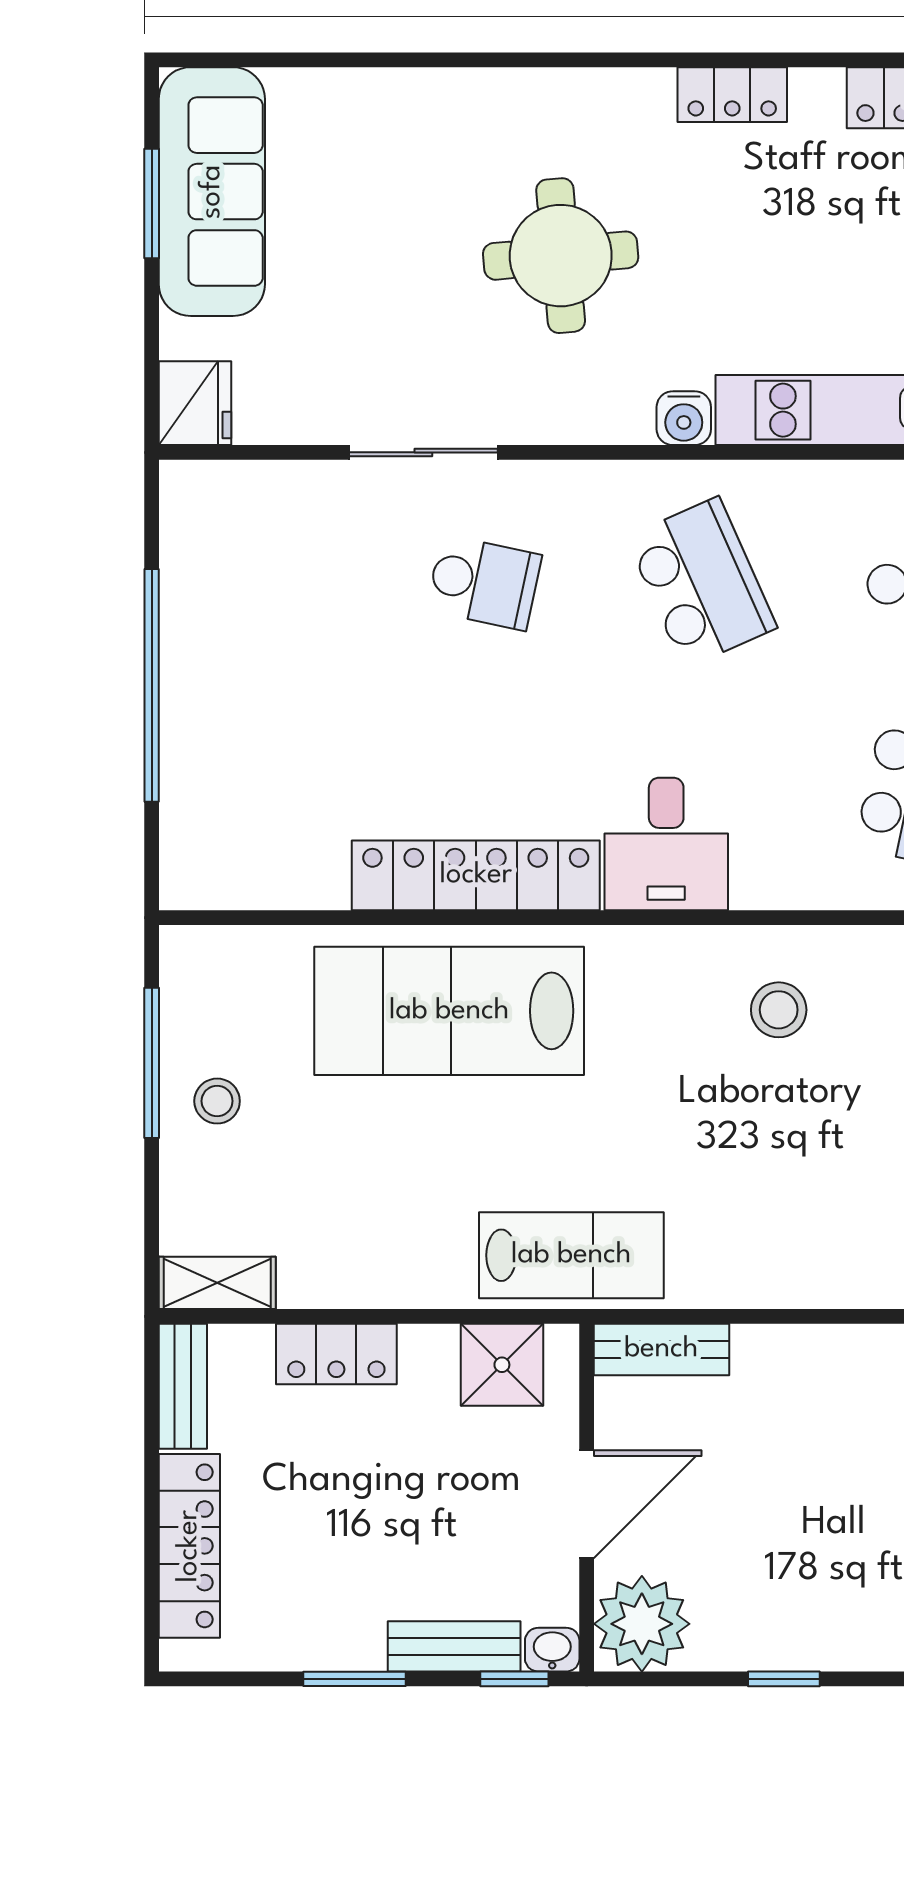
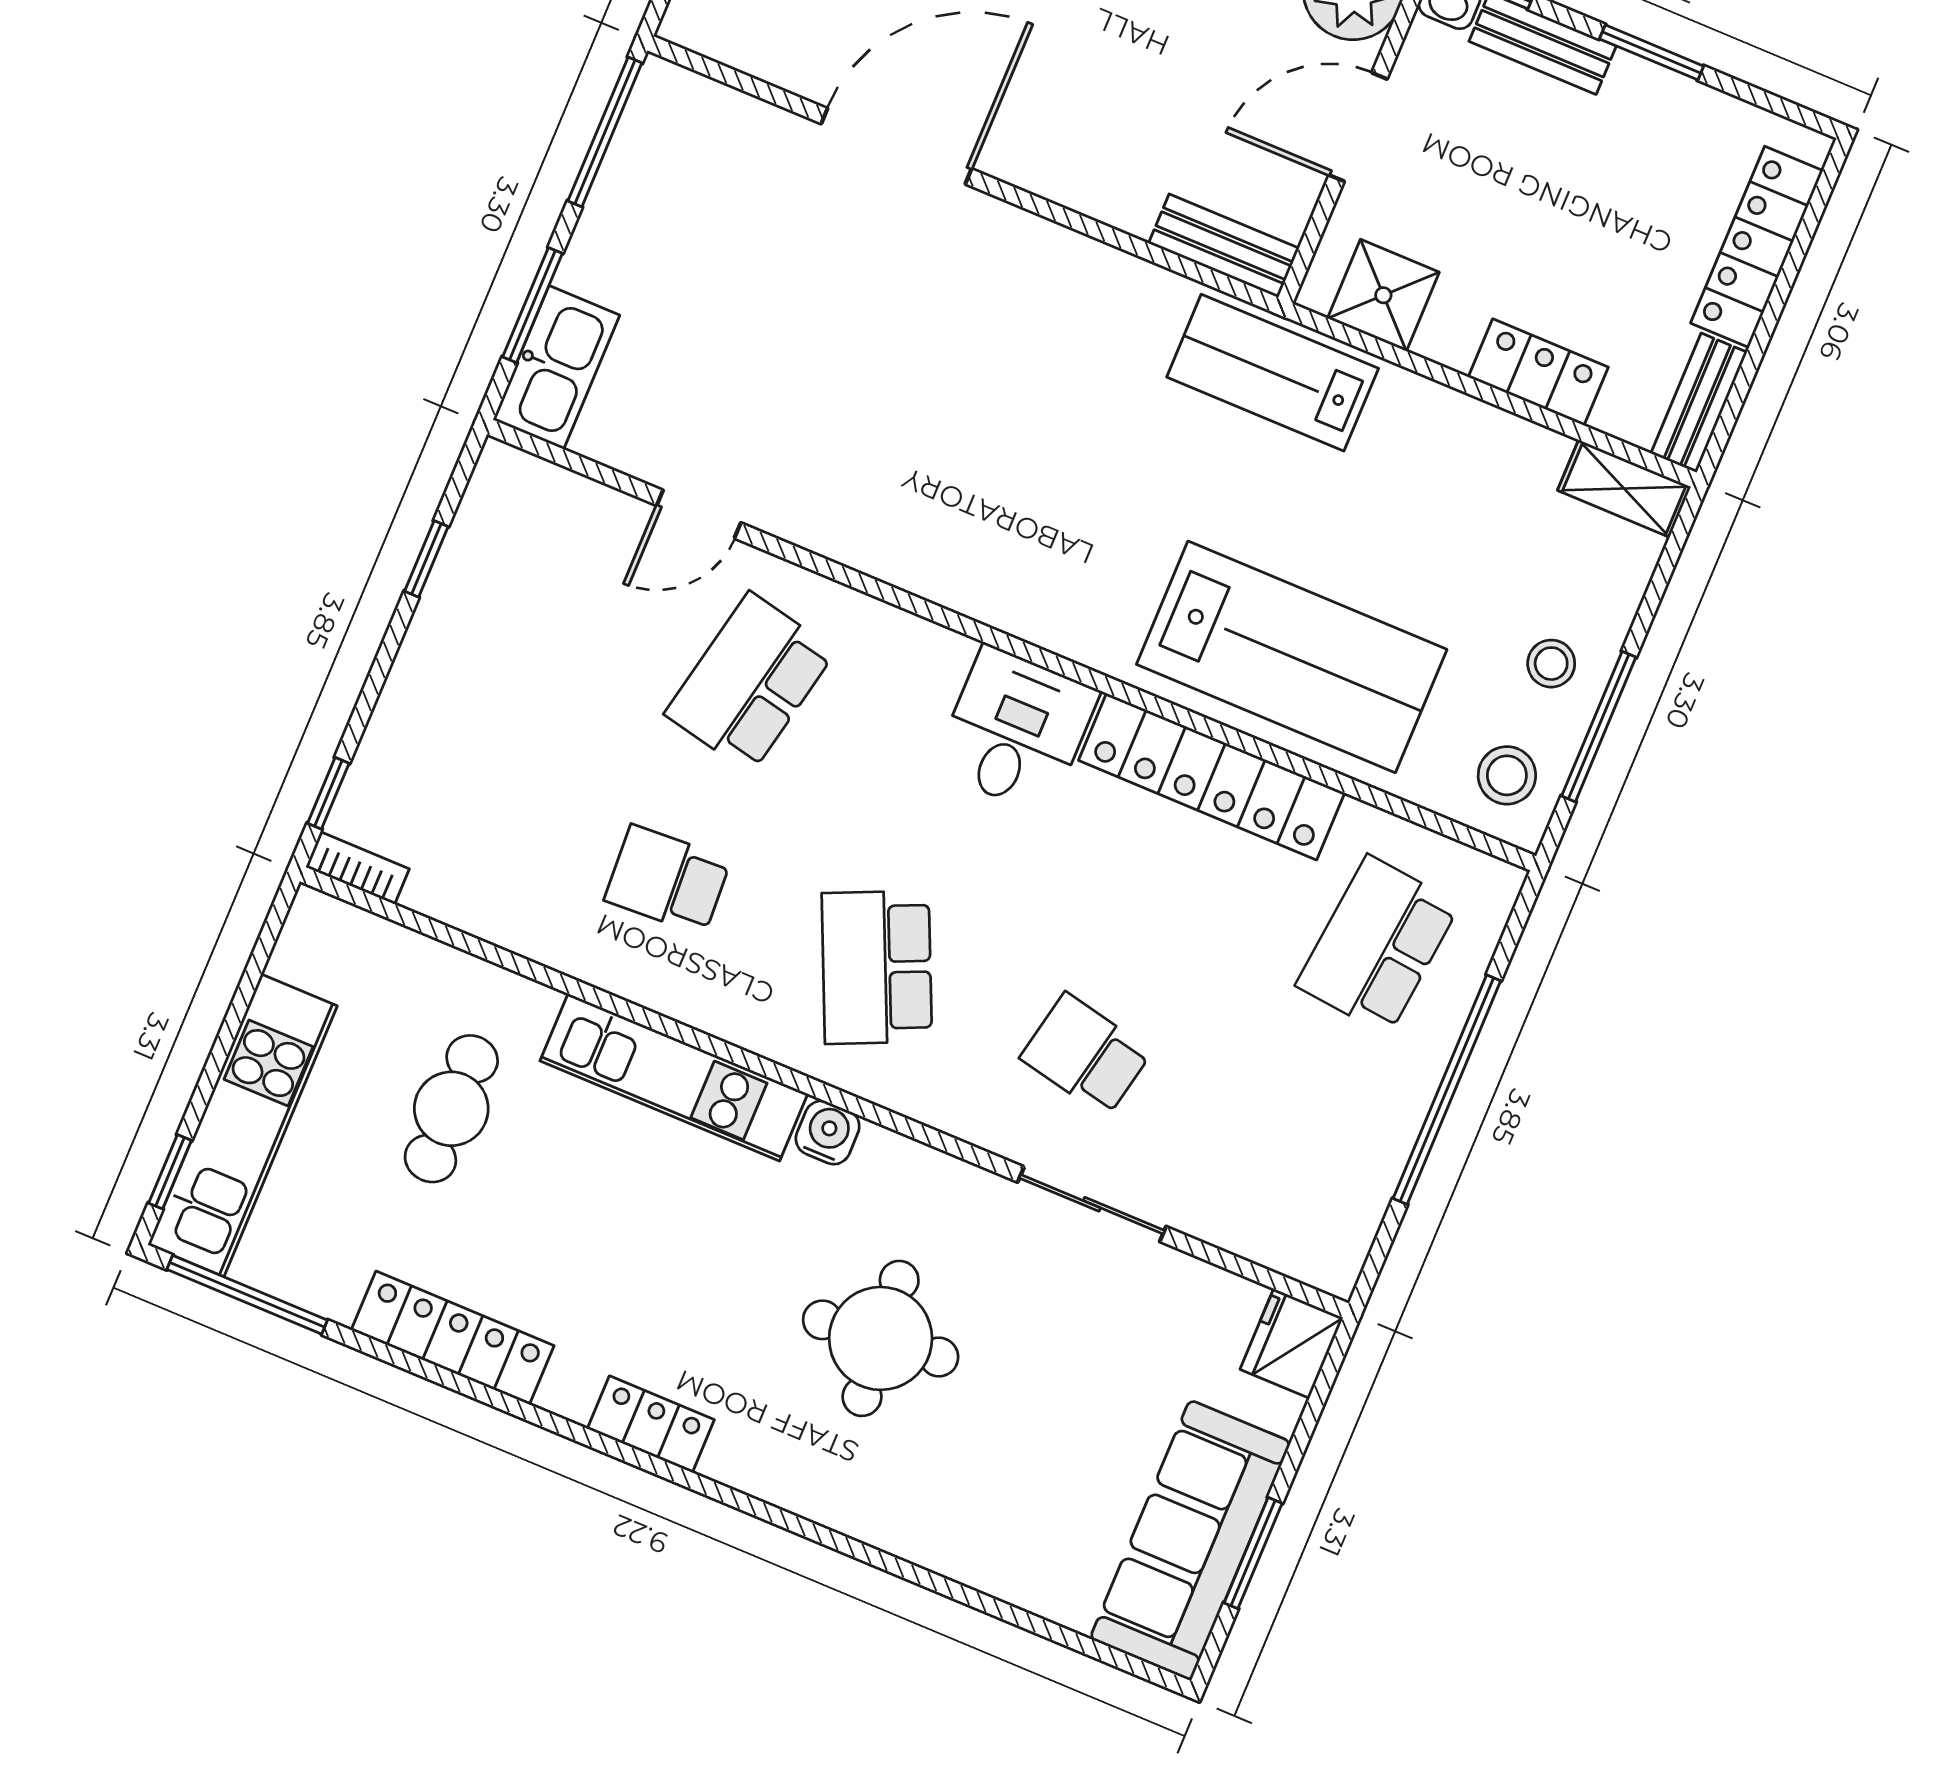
school desk: (266, 788) -> (1378, 945), added
stool: (779, 1010) -> (1507, 775), moved

